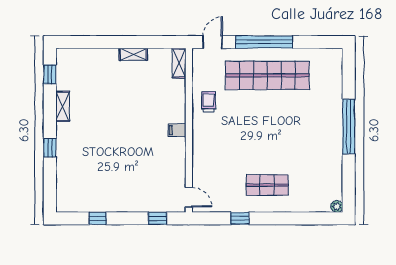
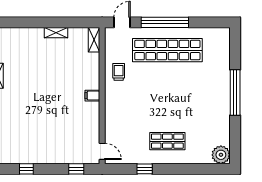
plant: (337, 207) -> (221, 155), width x1.88, depth x1.88

